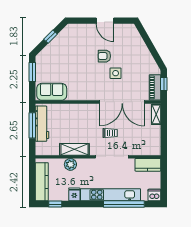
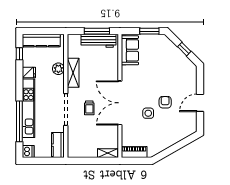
window: (164, 84) -> (138, 161), removed
double door: (122, 102) -> (120, 103), moved

